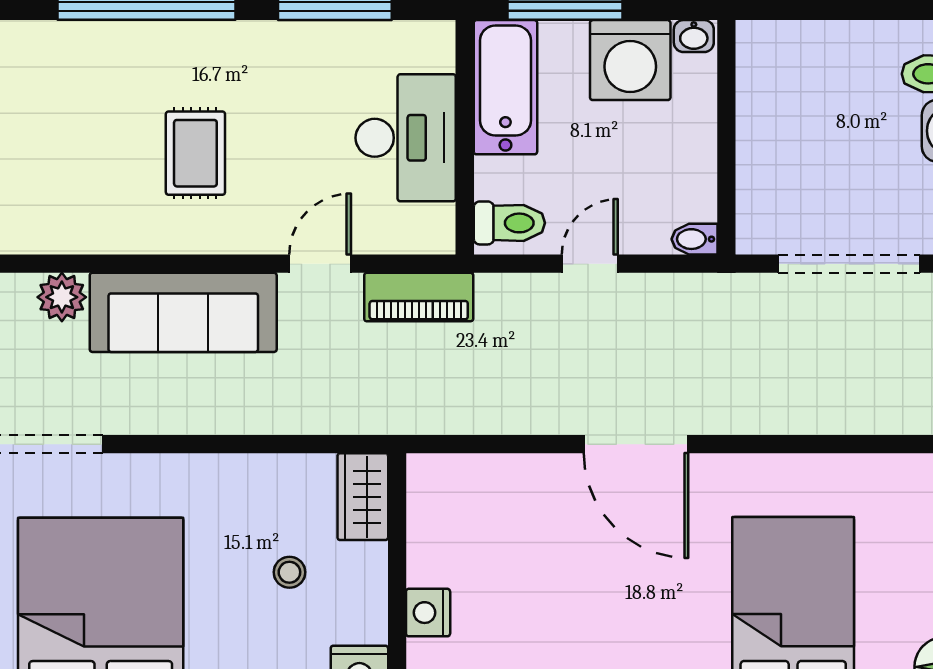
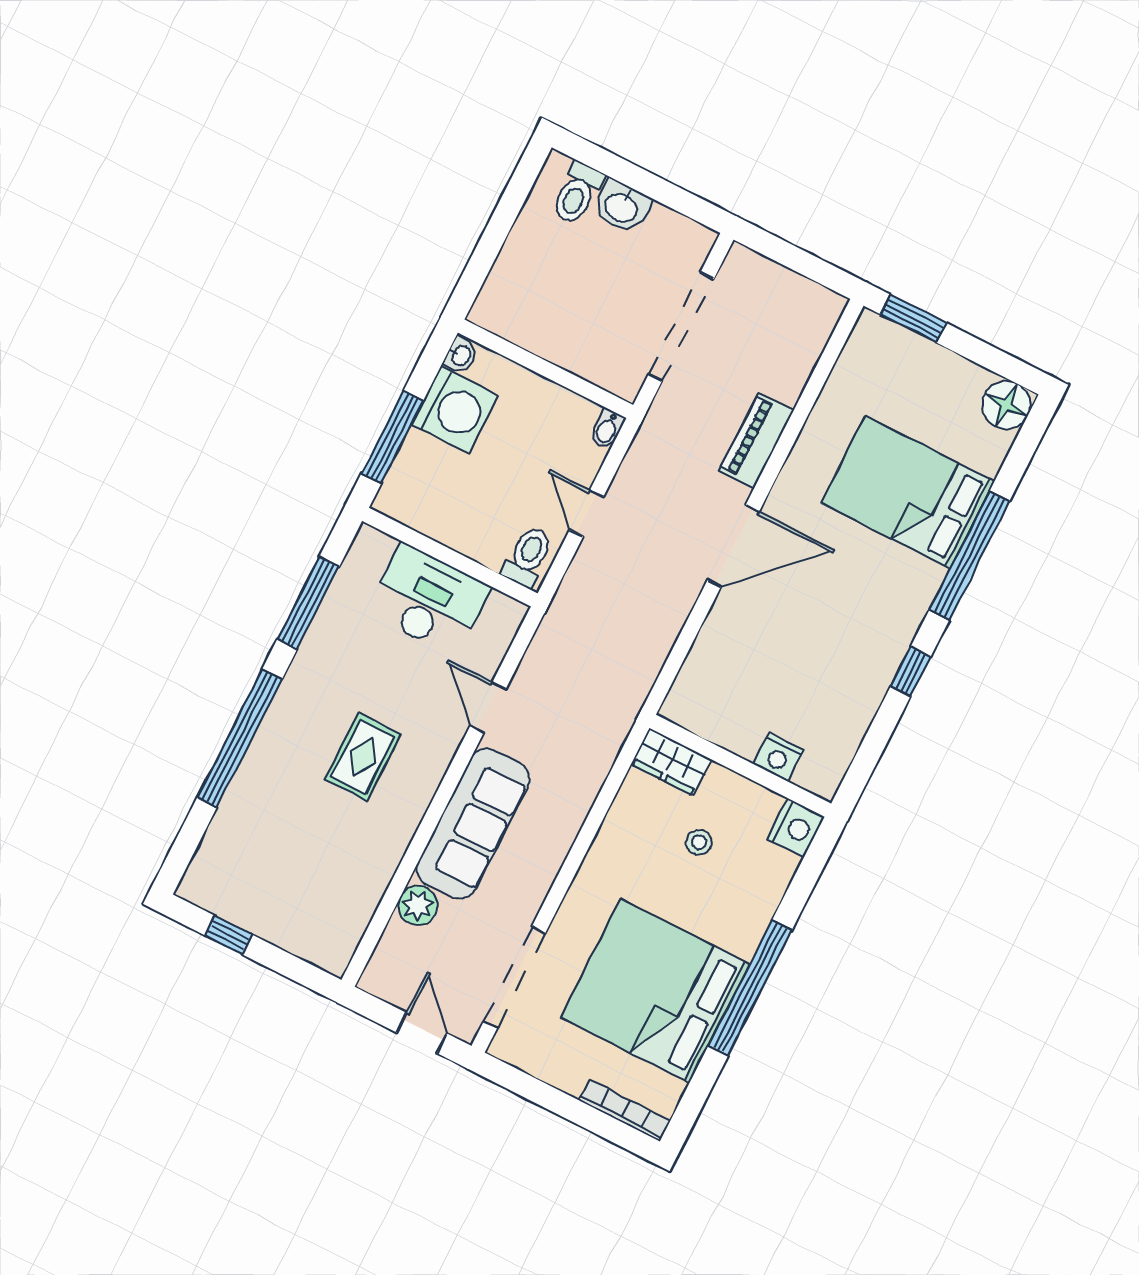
bathtub: (505, 87) -> (429, 510), removed
rug: (195, 153) -> (363, 757), turned 90
piano: (419, 297) -> (757, 441), moved, turned 180

